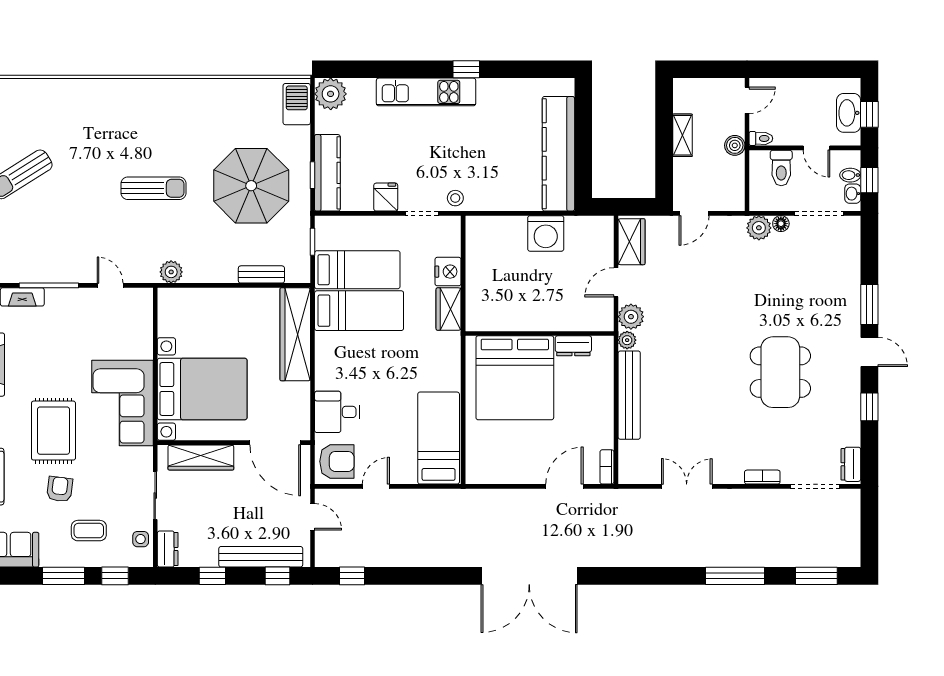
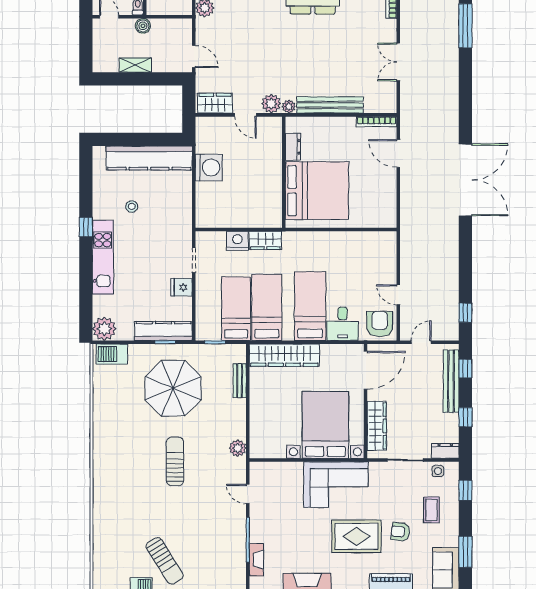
stool: (455, 198) -> (132, 206), moved
door: (110, 285) -> (248, 494), hinge flipped
bed: (439, 438) -> (310, 306), moved, turned 90
bookcase: (607, 467) -> (377, 122), width x1.56
window: (64, 576) -> (465, 552), moved

